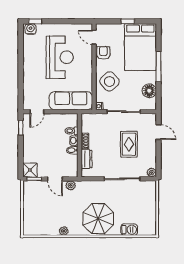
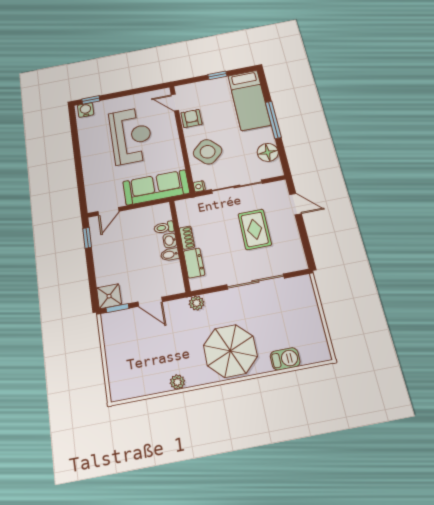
bed: (140, 47) -> (249, 100), width x0.67
plant: (152, 173) -> (300, 263), removed
plant: (71, 185) -> (197, 303), moved

